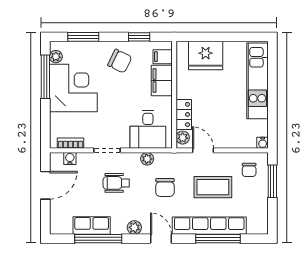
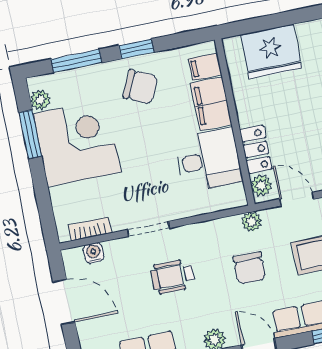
window: (139, 37) -> (136, 49), moved
window: (45, 77) -> (30, 134), width x0.69
desk: (148, 129) -> (208, 160), moved, turned -90
plant: (147, 159) -> (252, 222), moved
door: (45, 185) -> (64, 302), hinge flipped

